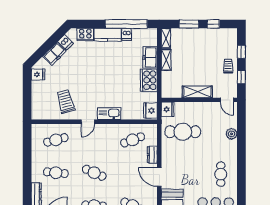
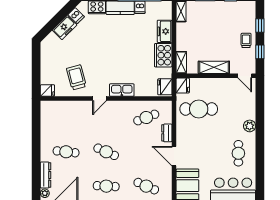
shelving: (166, 60) -> (181, 62), moved
fridge: (38, 74) -> (47, 91), moved
plant: (232, 134) -> (250, 126), moved
cafe table: (56, 140) -> (66, 118), removed

